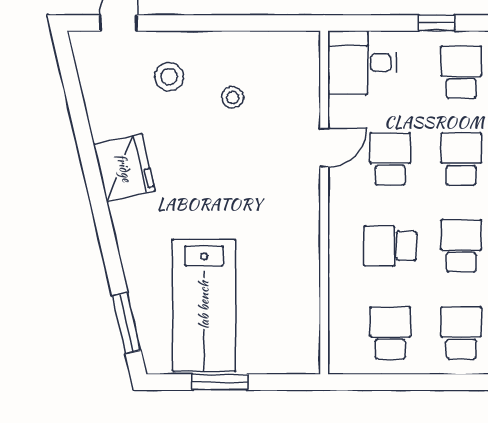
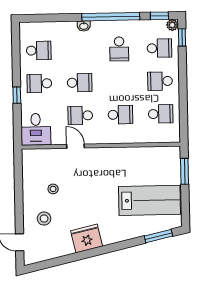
school desk: (461, 159) -> (80, 83), turned 180
school desk: (390, 246) -> (120, 115), turned -90
school desk: (461, 246) -> (120, 82), removed
school desk: (390, 333) -> (161, 114), turned 180
window: (220, 382) -> (185, 171), moved

